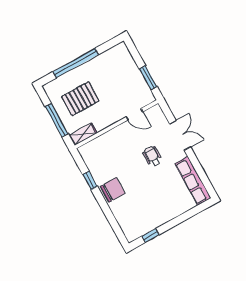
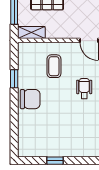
coffee table: (117, 152) -> (54, 66), added
window: (151, 235) -> (55, 161), moved

